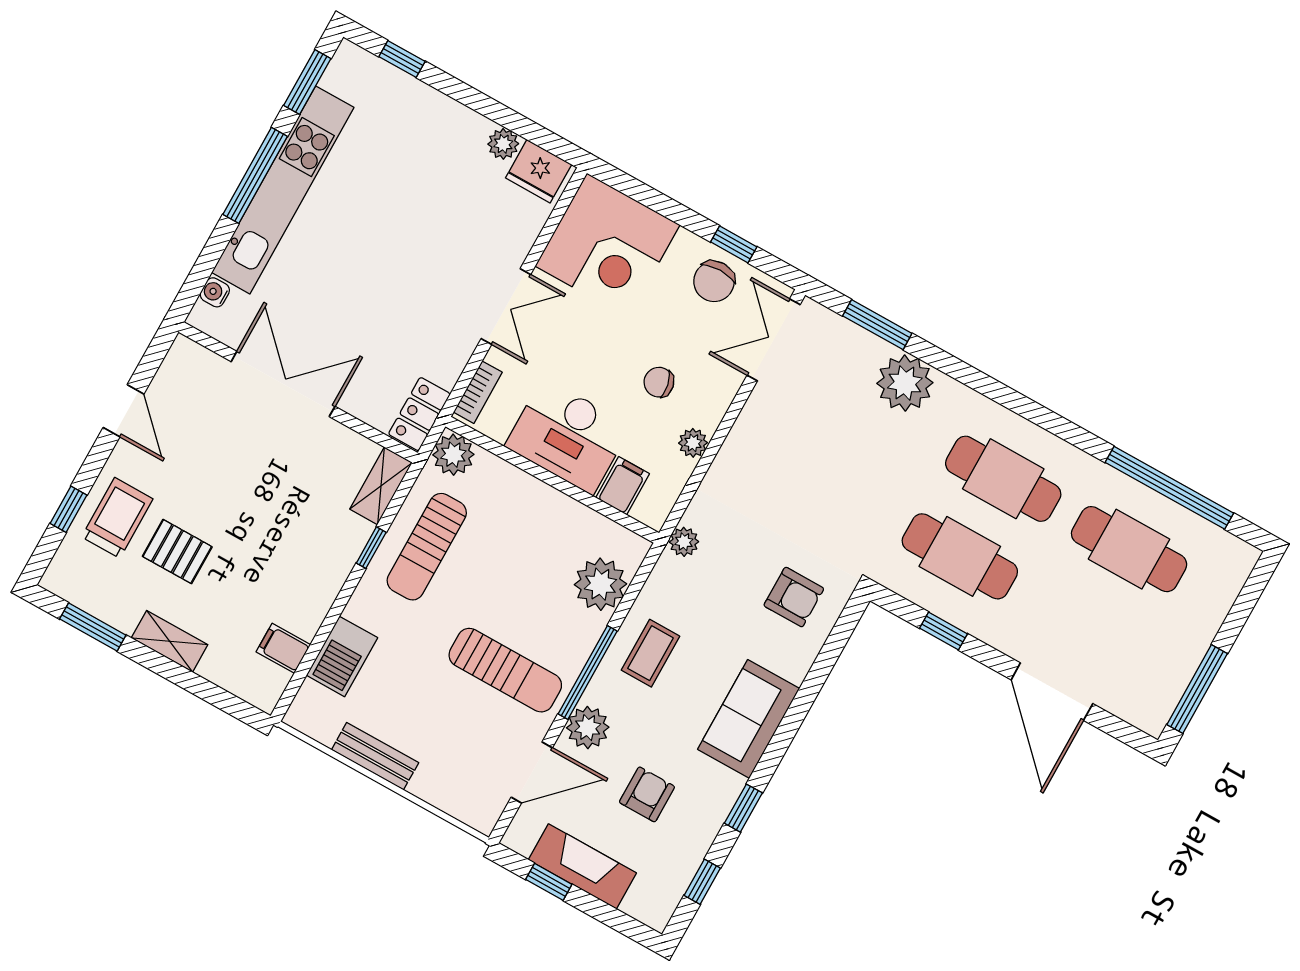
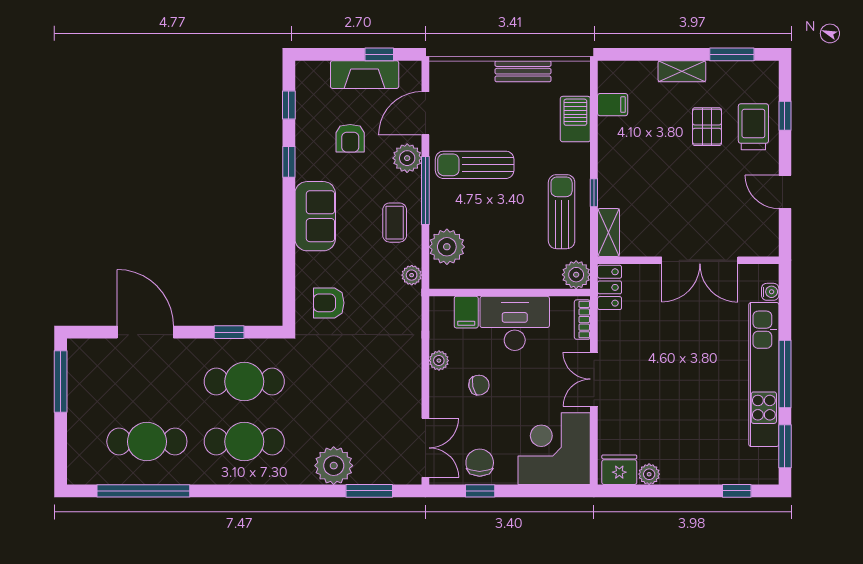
trolley: (117, 518) -> (753, 127), turned 180
plant: (684, 542) -> (412, 275), moved
pallet: (177, 552) -> (707, 127), turned 90

